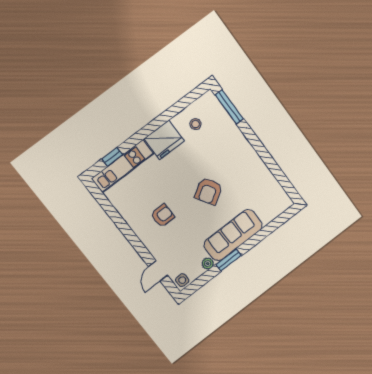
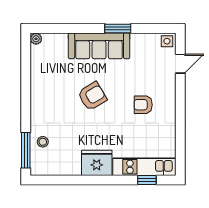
stool: (196, 124) -> (43, 142), moved
plant: (208, 264) -> (36, 39), moved

